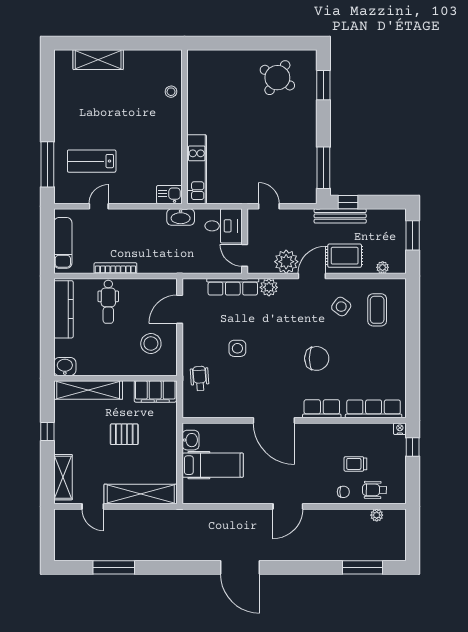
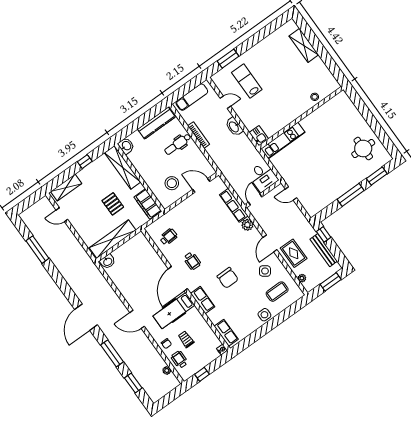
round table: (277, 78) -> (363, 149), turned -32
window: (47, 164) -> (228, 59), width x0.69
window: (323, 168) -> (351, 195), moved
door: (269, 206) -> (291, 194), swing flipped
bench: (340, 216) -> (324, 250), moved
washbasin: (181, 217) -> (234, 127), moved
plant: (286, 262) -> (268, 224), removed
door: (312, 276) -> (270, 243), swing flipped
side table: (237, 348) -> (264, 315), moved
wheelchair: (200, 378) -> (168, 237), moved
wheelchair: (264, 387) -> (192, 261), added
row of seats: (374, 409) -> (226, 333), width x0.68
washbasin: (191, 440) -> (108, 262), moved
window: (413, 447) -> (202, 374), moved
hospital bed: (213, 465) -> (174, 311), moved, turned 90
shelving: (141, 494) -> (113, 239), moved, turned 90
door: (93, 506) -> (62, 215), hinge flipped
window: (307, 567) -> (112, 353), added
window: (363, 567) -> (133, 383), width x0.69

